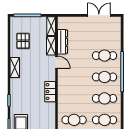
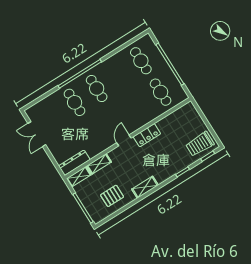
dresser: (63, 42) -> (74, 163), moved
door: (56, 62) -> (124, 140), moved
cafe table: (105, 98) -> (119, 75), removed

